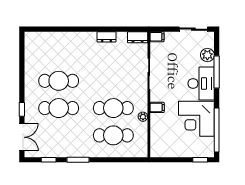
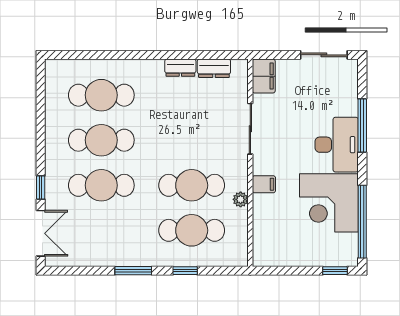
dresser: (138, 37) -> (214, 68), moved
filing cabinet: (157, 37) -> (264, 76), width x2.00
cafe table: (59, 54) -> (101, 95), added
plant: (207, 55) -> (347, 98), removed
window: (49, 160) -> (185, 271), moved

